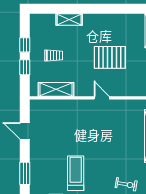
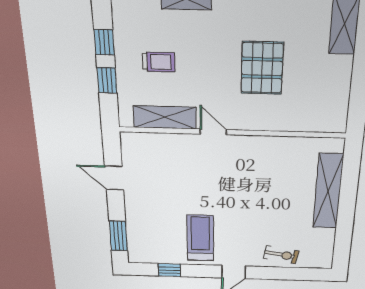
pallet: (110, 57) -> (262, 68), turned 90
door: (102, 98) -> (213, 132), moved

